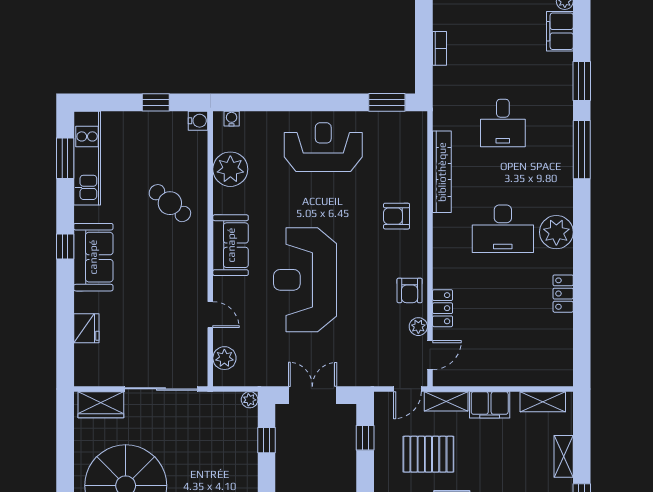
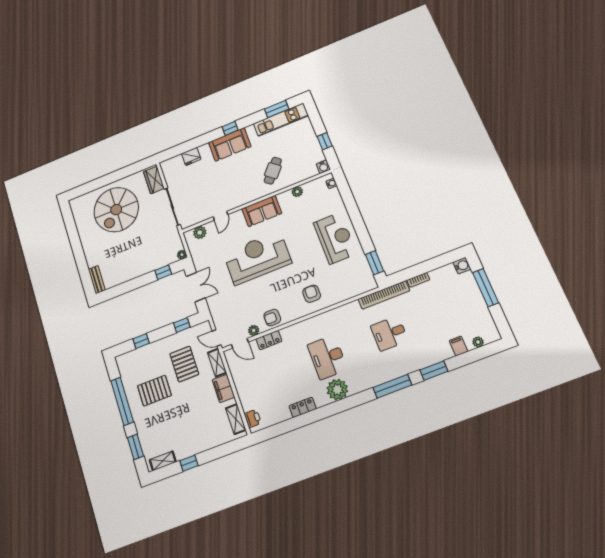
filing cabinet: (560, 31) -> (458, 346), width x0.50
plant: (230, 169) -> (297, 192), width x0.53, depth x0.53
bookcase: (442, 172) -> (384, 295), moved
printer: (551, 375) -> (253, 418), added
shelving: (564, 456) -> (208, 444), removed

